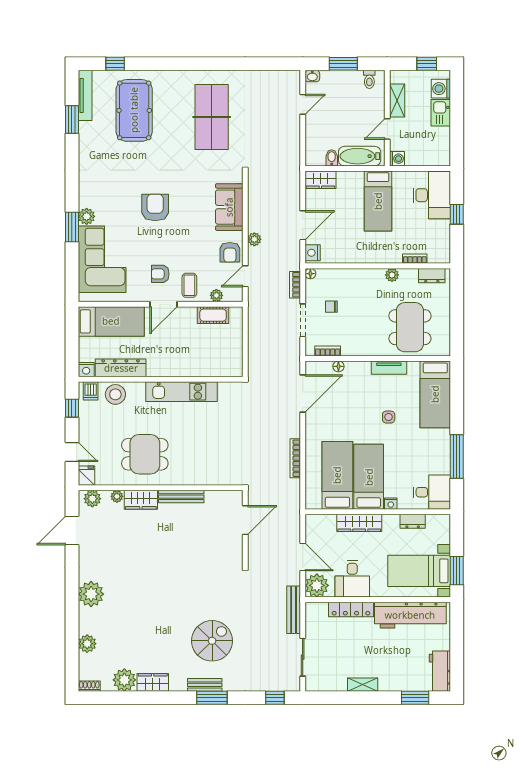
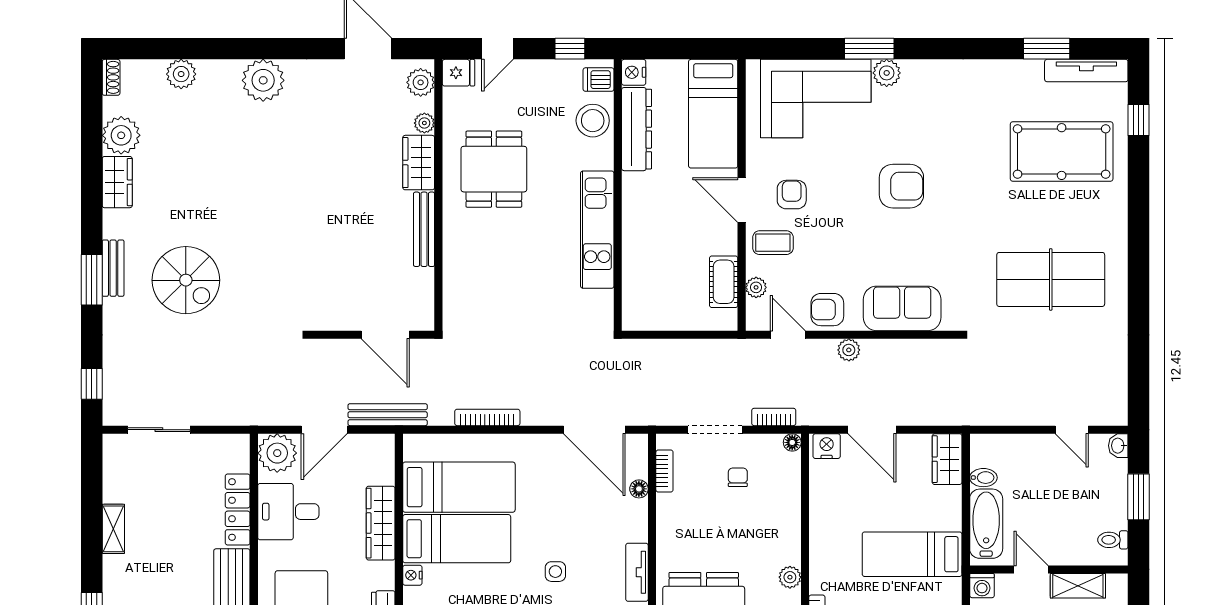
bench: (294, 610) -> (388, 415), moved

